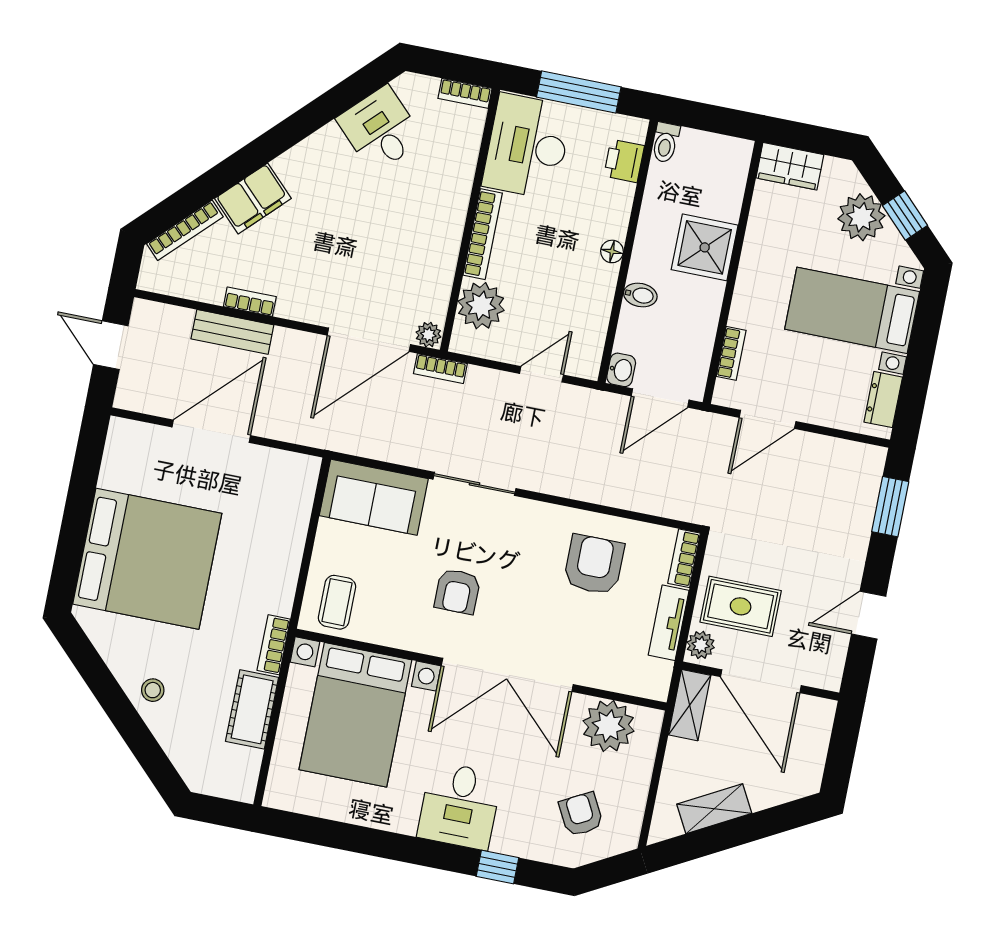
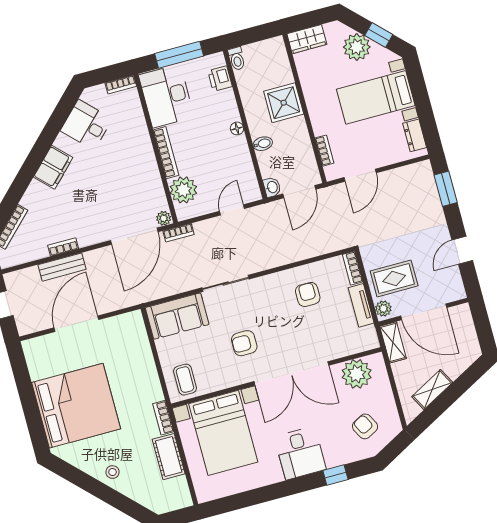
filing cabinet: (253, 198) -> (53, 167), moved
armchair: (594, 565) -> (308, 294), width x0.72, depth x0.72
armchair: (457, 591) -> (244, 343), turned 90

